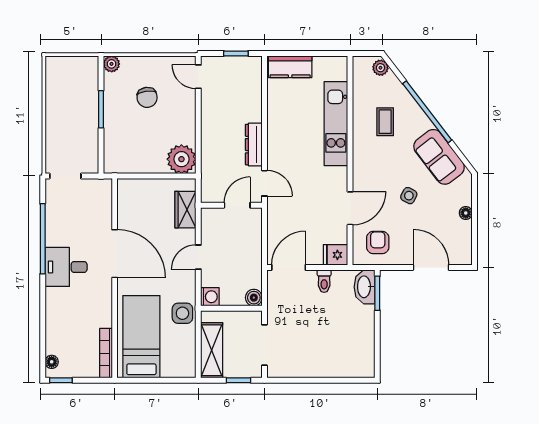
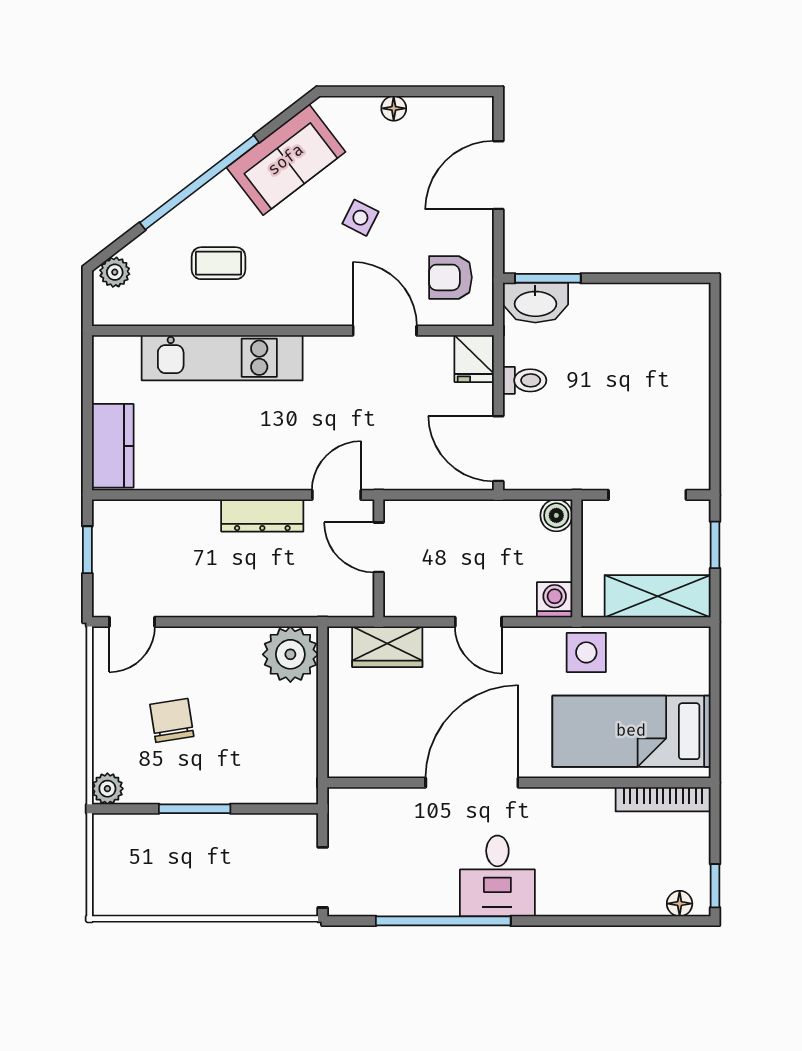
chair: (147, 97) -> (172, 720), turned -91

